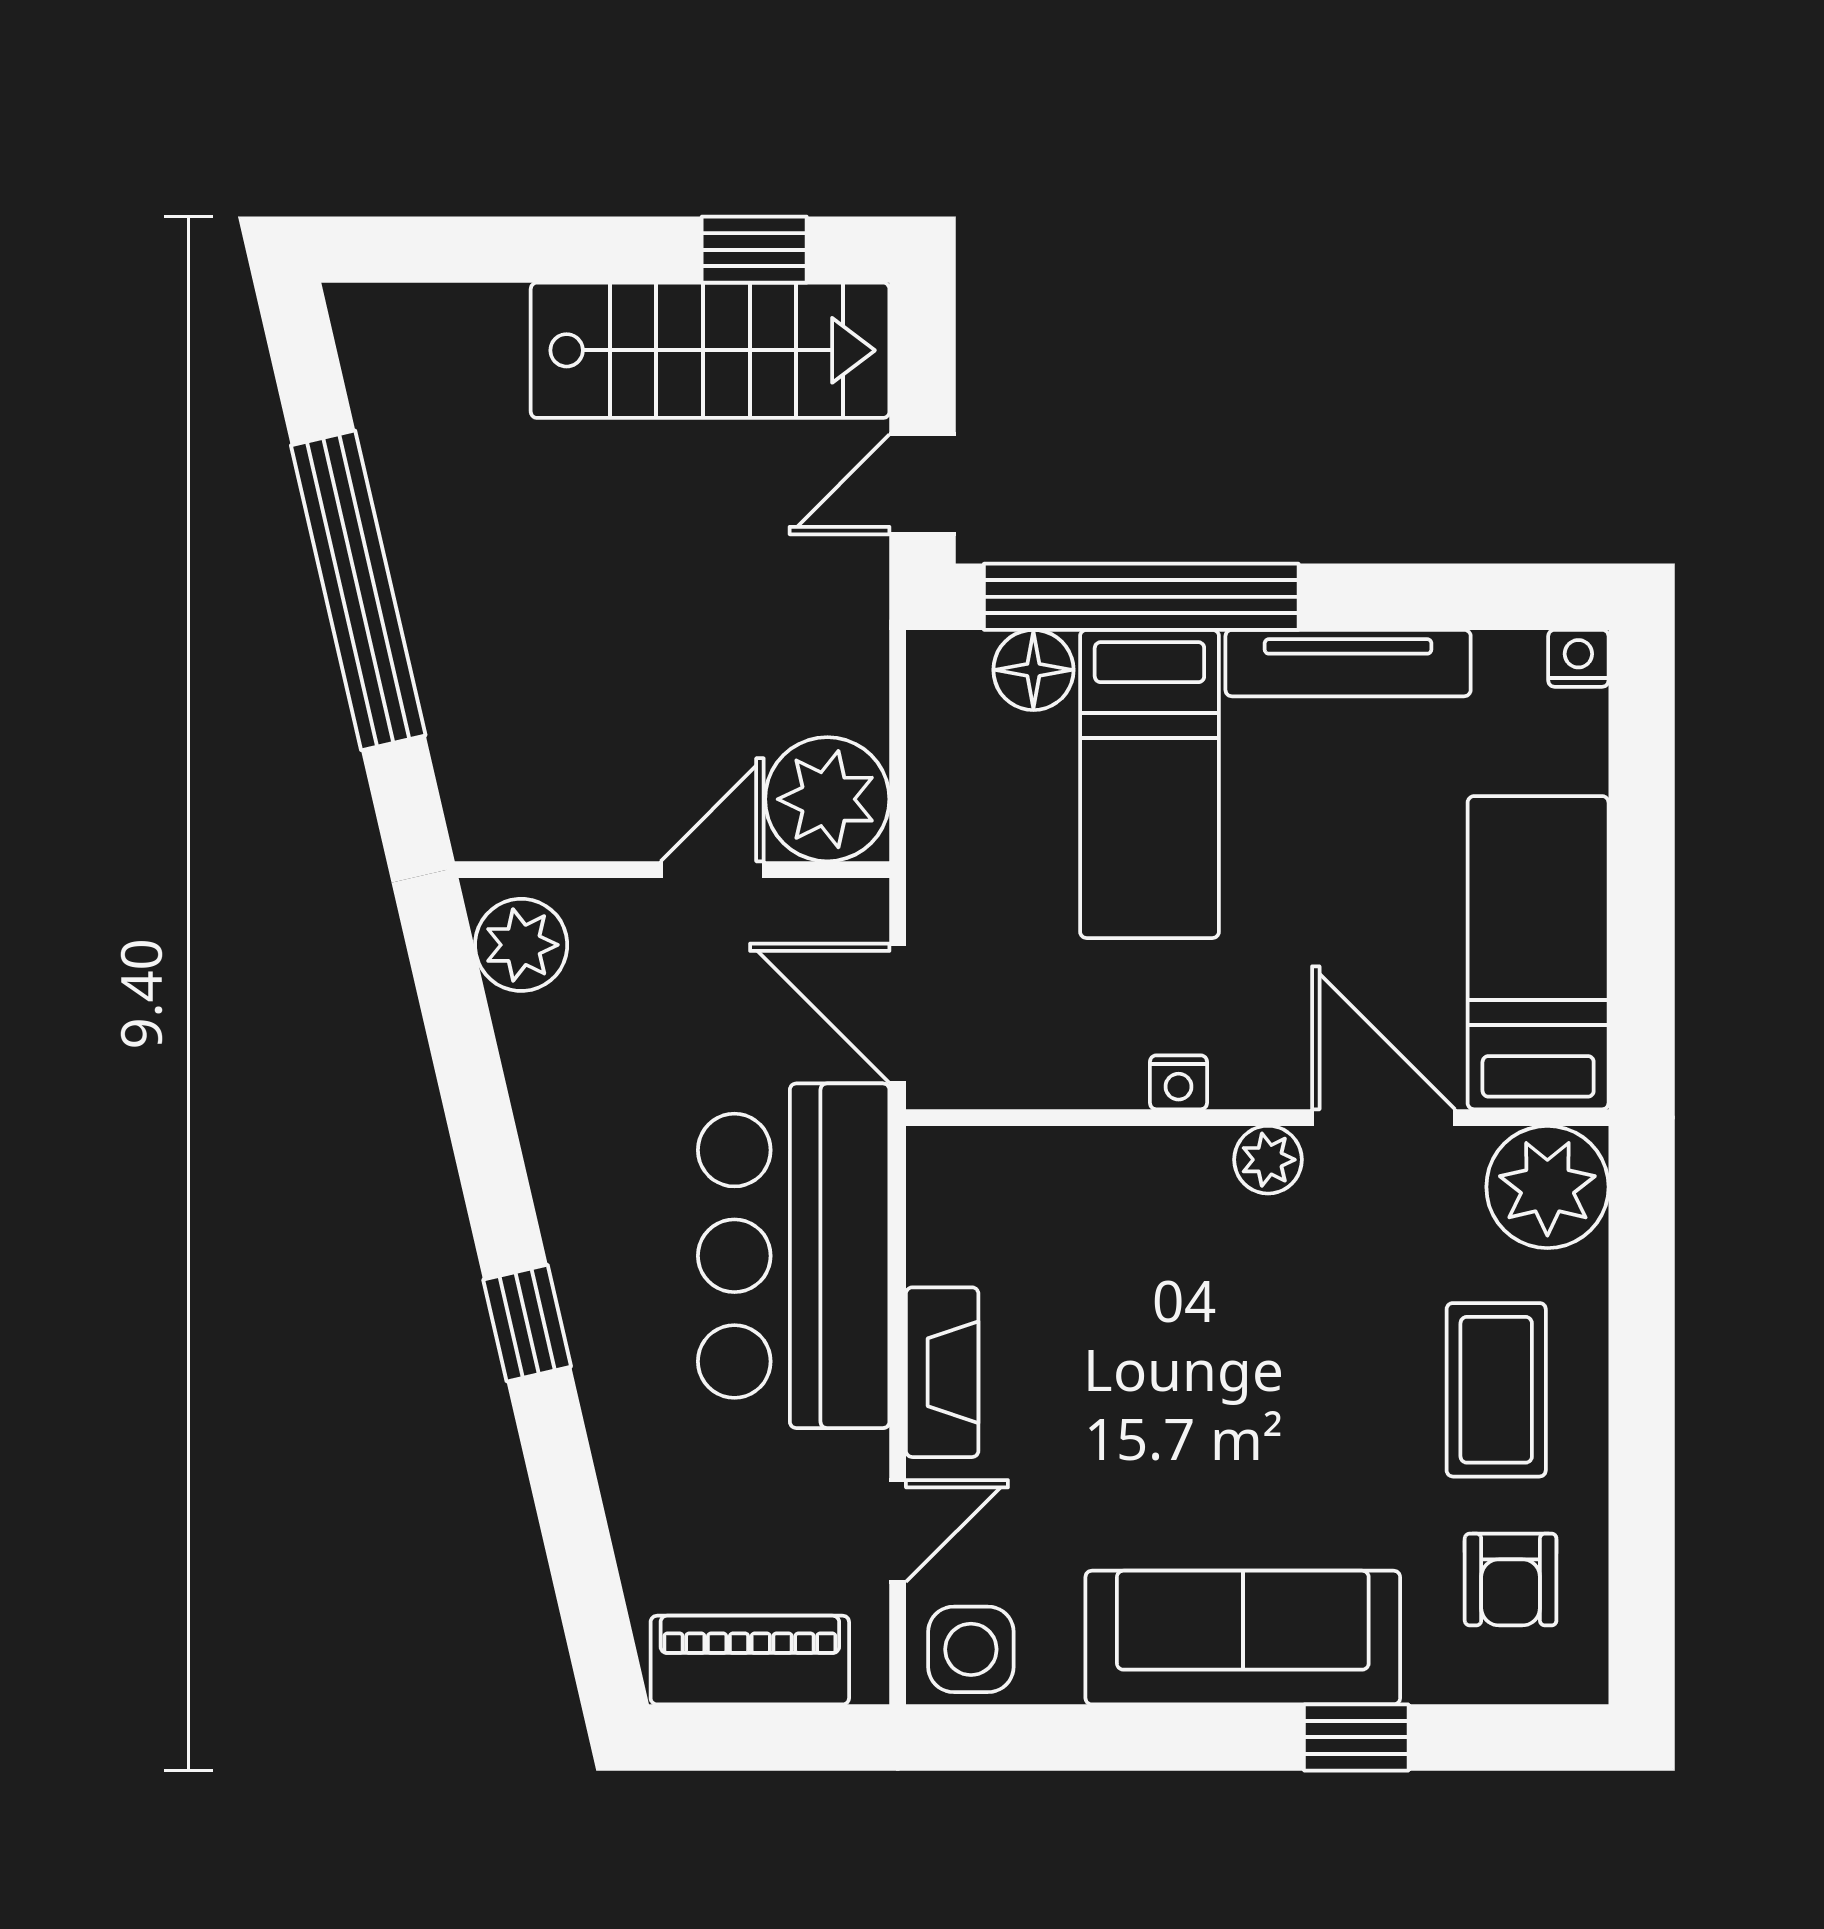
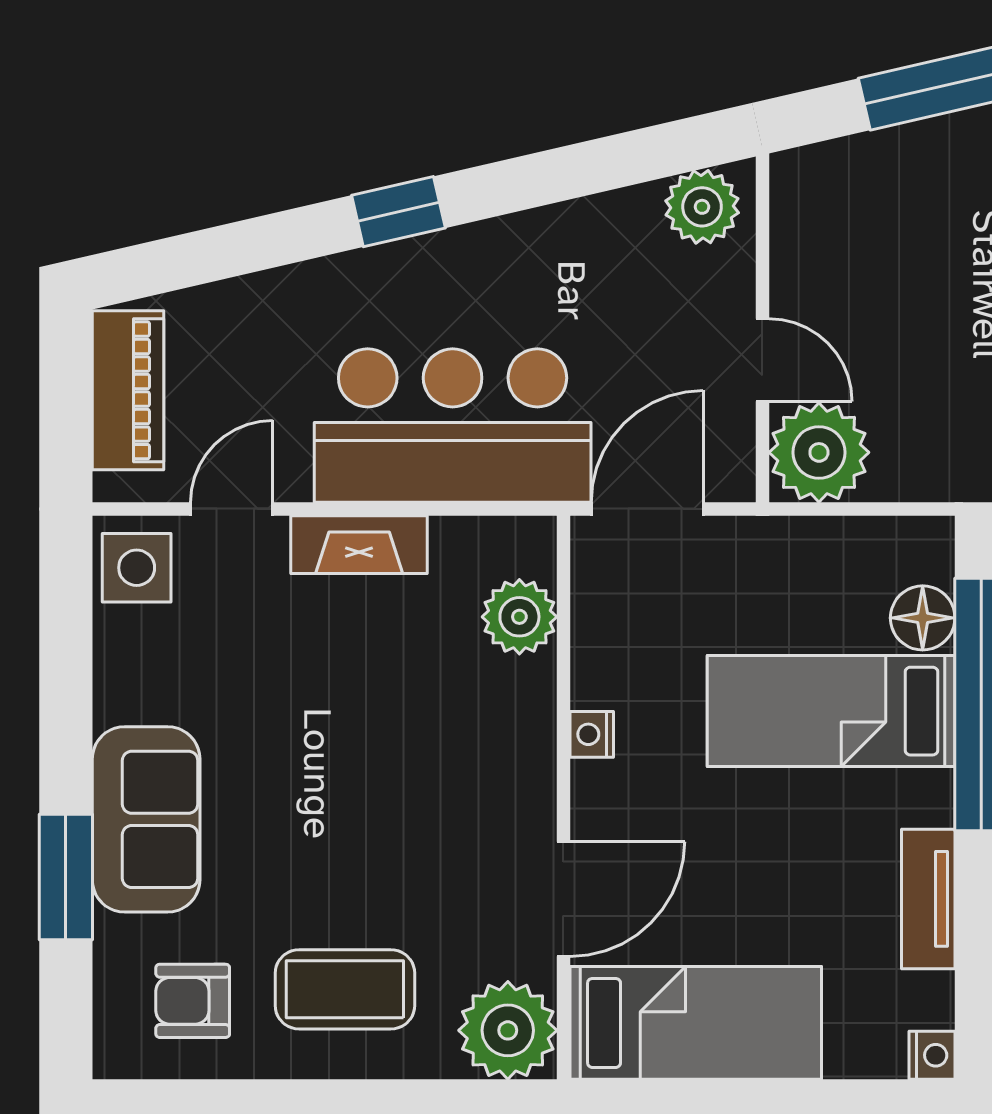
tv unit: (1348, 663) -> (928, 899), width x0.71
plant: (1268, 1160) -> (519, 617), moved, width x1.38, depth x1.38
door: (898, 1531) -> (232, 509), swing flipped
sofa: (1243, 1638) -> (146, 819), width x0.73
window: (1356, 1737) -> (66, 877), width x1.50

